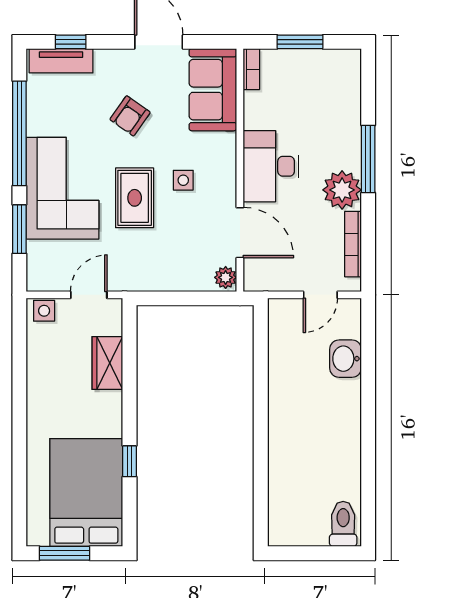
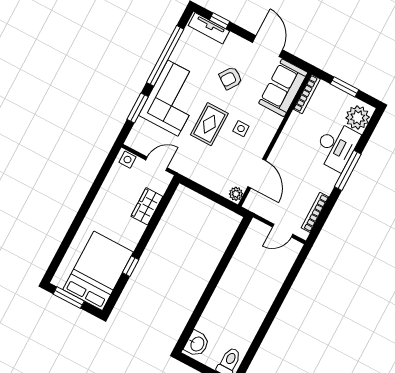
bookcase: (251, 69) -> (307, 94), width x1.56
desk: (271, 166) -> (336, 146), moved, turned 180
plant: (342, 190) -> (358, 117), moved
washbasin: (346, 359) -> (197, 344), moved, turned 180

